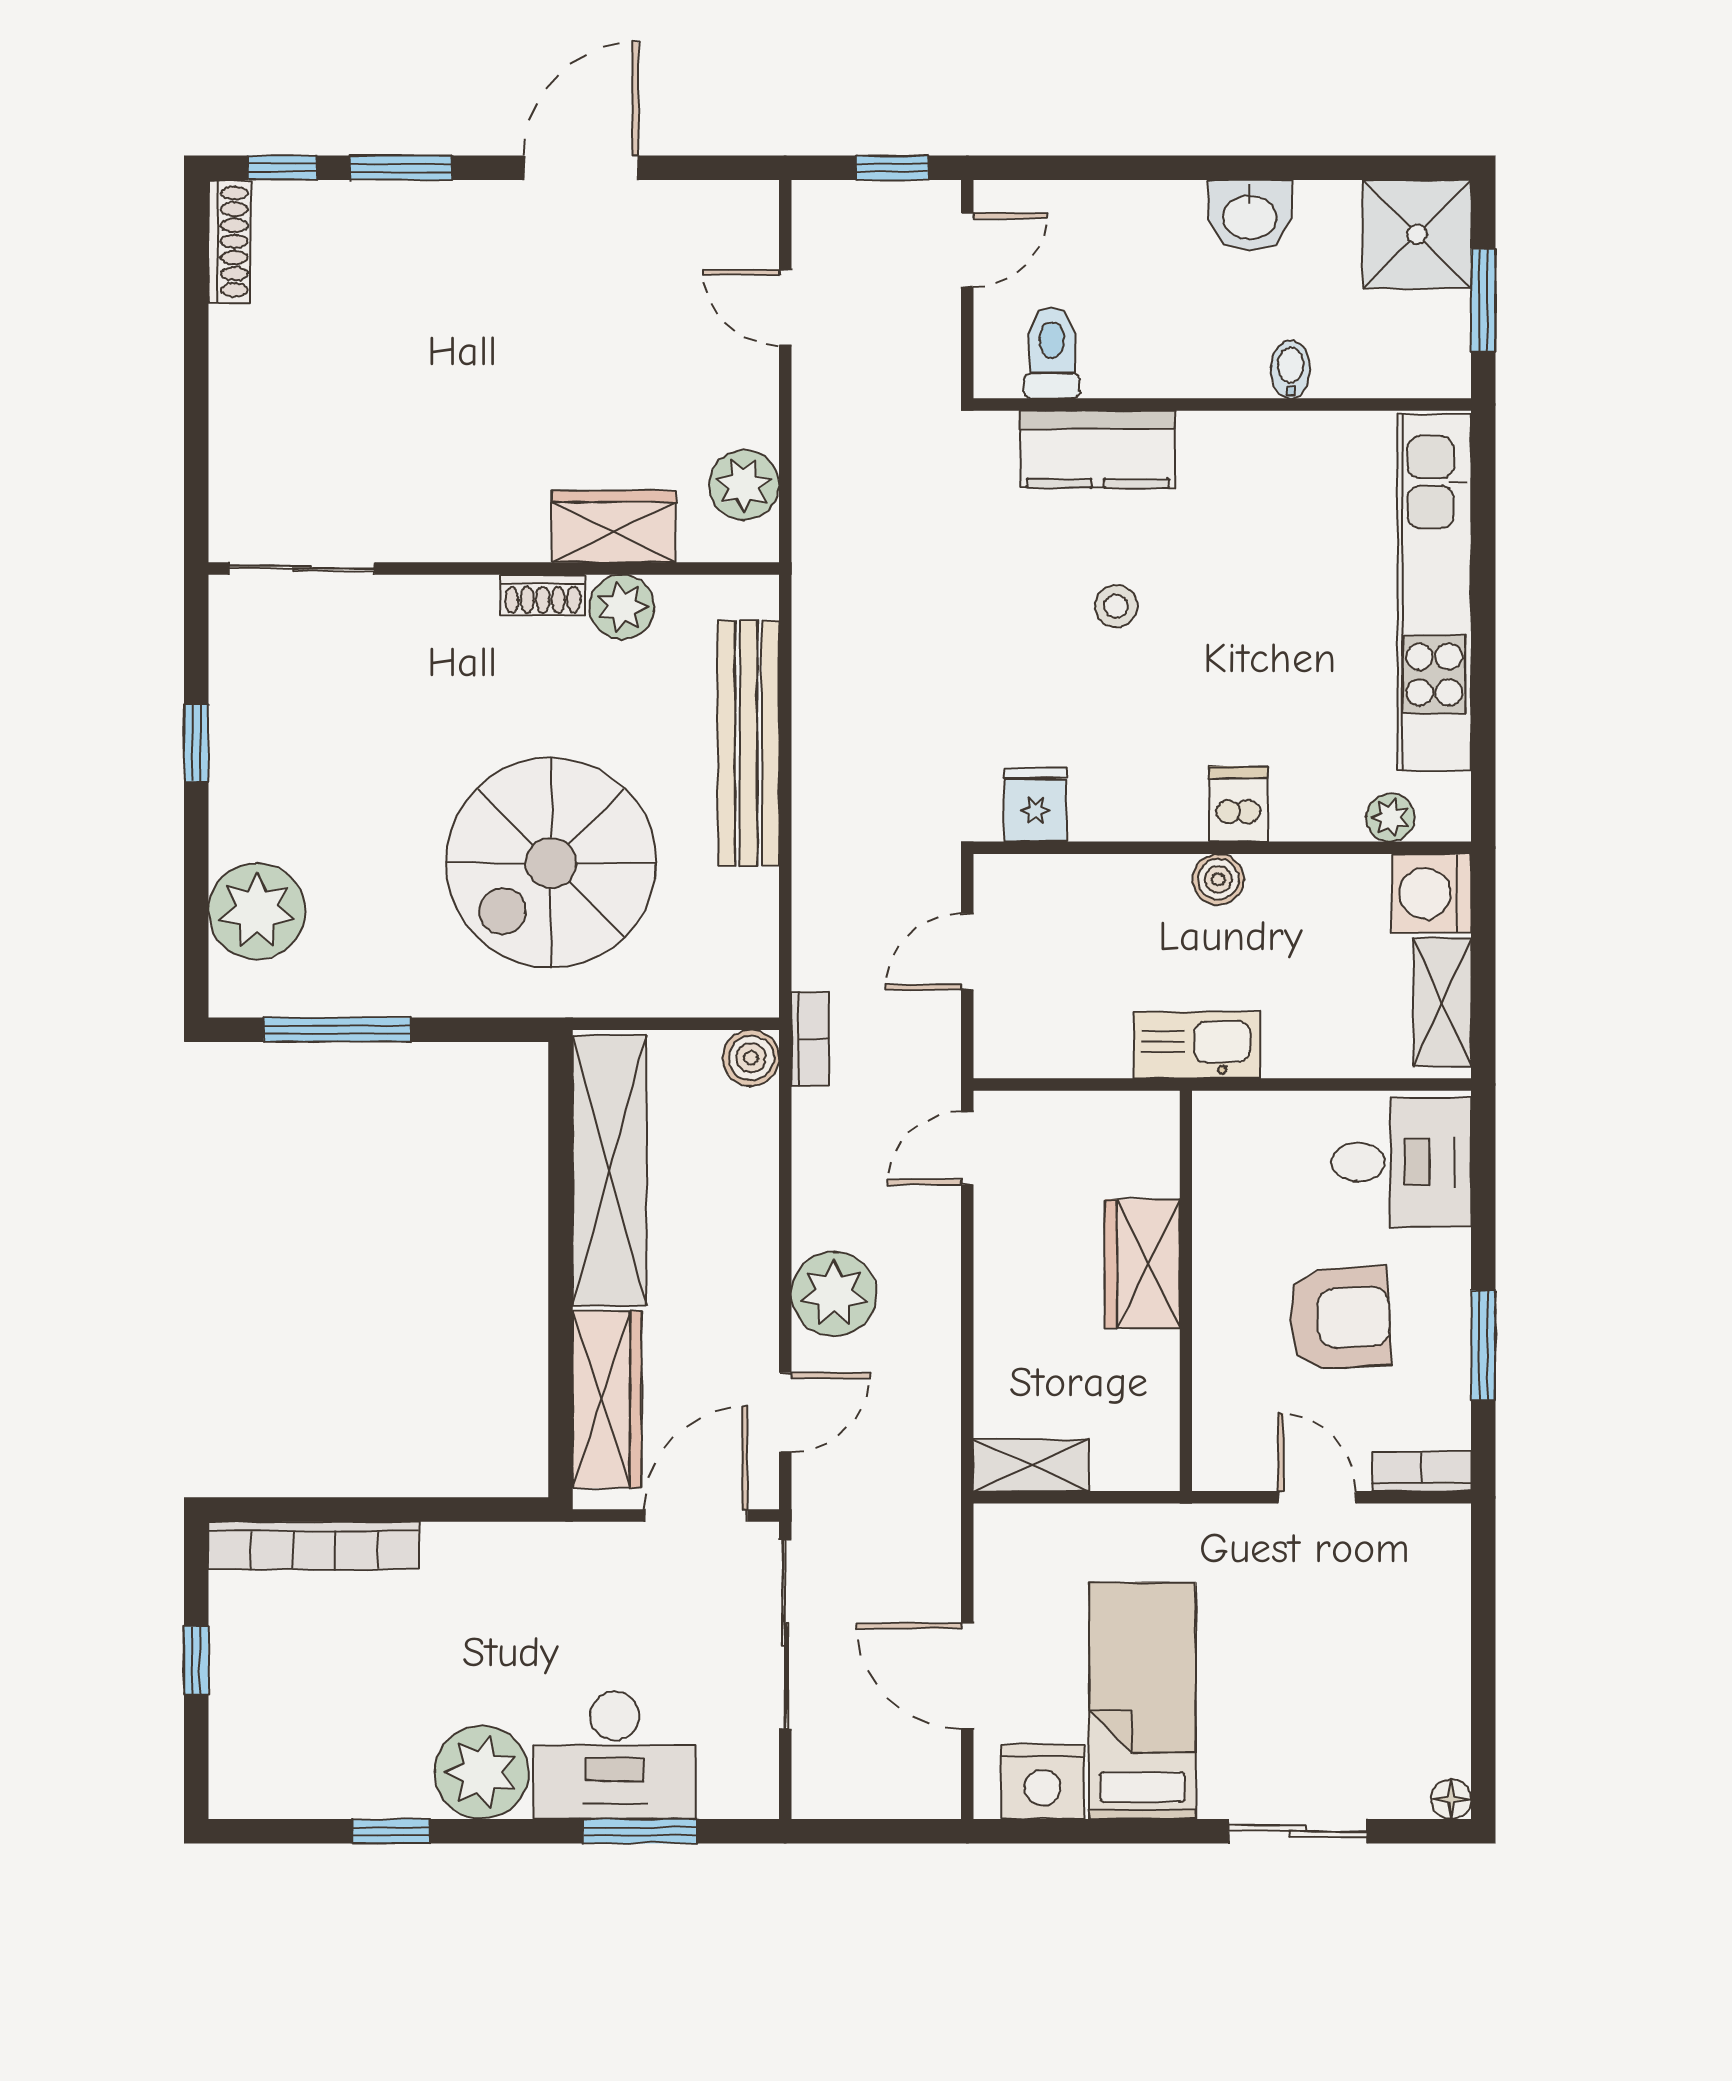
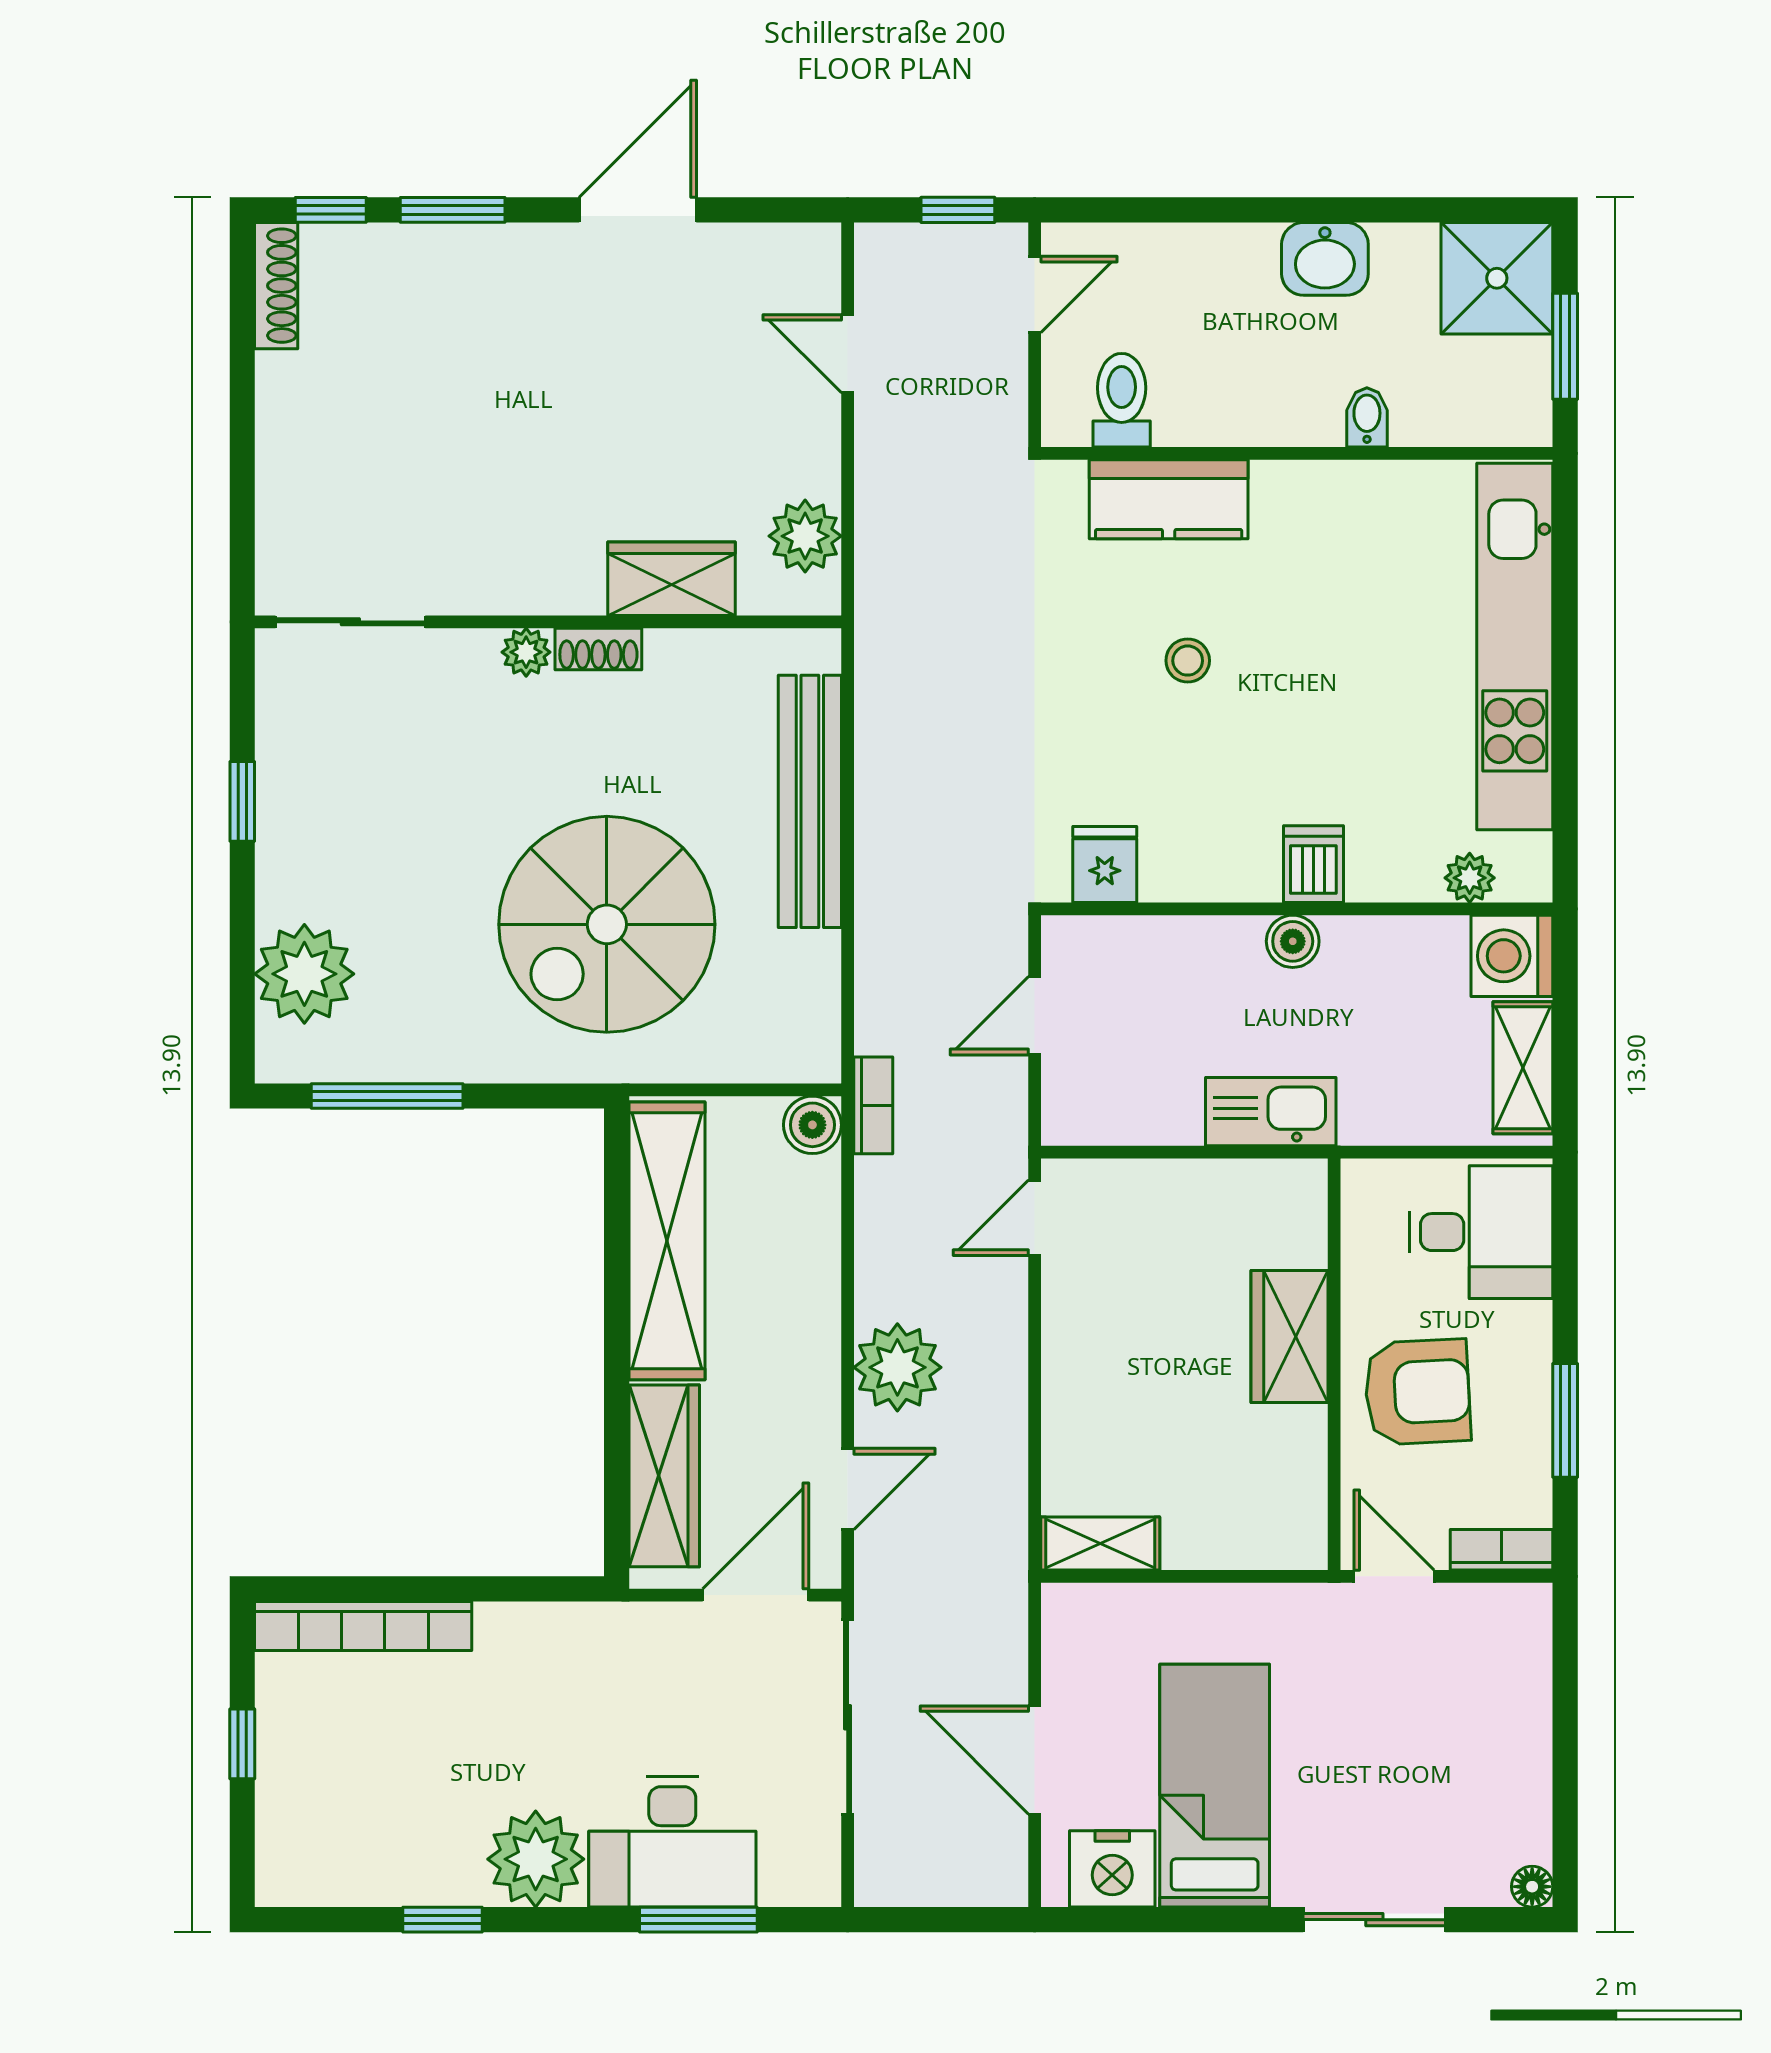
plant: (622, 607) -> (526, 652), moved, width x0.73, depth x0.73
wardrobe: (1142, 1264) -> (1290, 1337), moved
wall: (1186, 1291) -> (1334, 1364), moved

